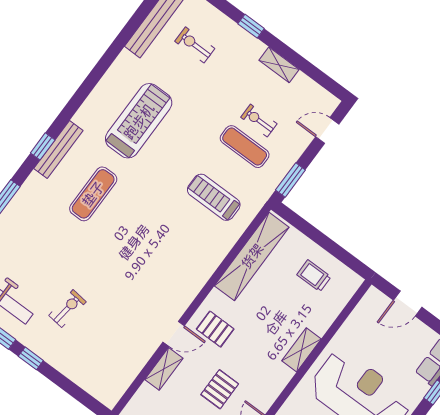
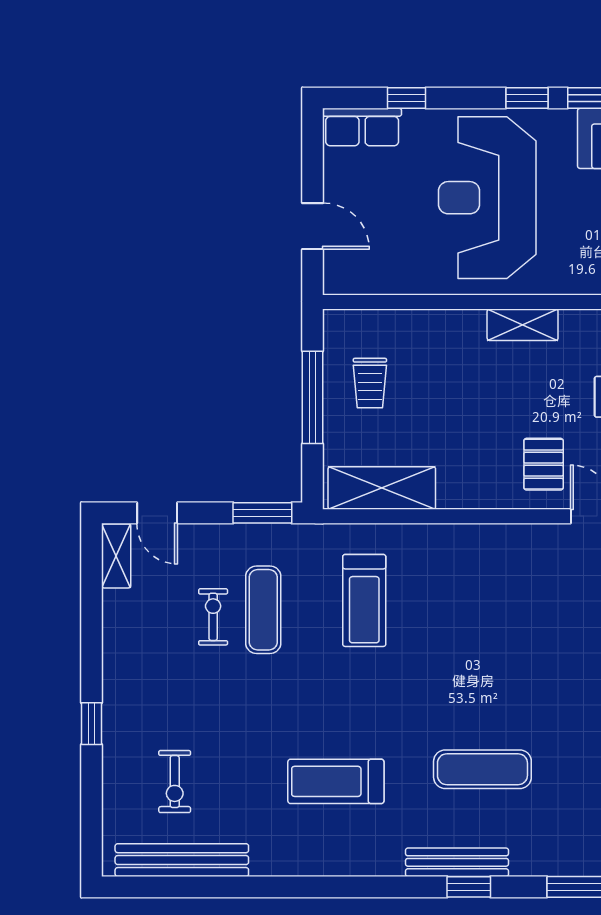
shelving: (279, 65) -> (116, 556), moved
exercise bike: (259, 120) -> (213, 617), turned 180
treadmill: (139, 121) -> (336, 781), width x0.73, depth x0.73
window: (327, 244) -> (313, 397), added
shelving: (252, 256) -> (382, 488), width x0.68
shelving: (301, 350) -> (523, 325), moved

